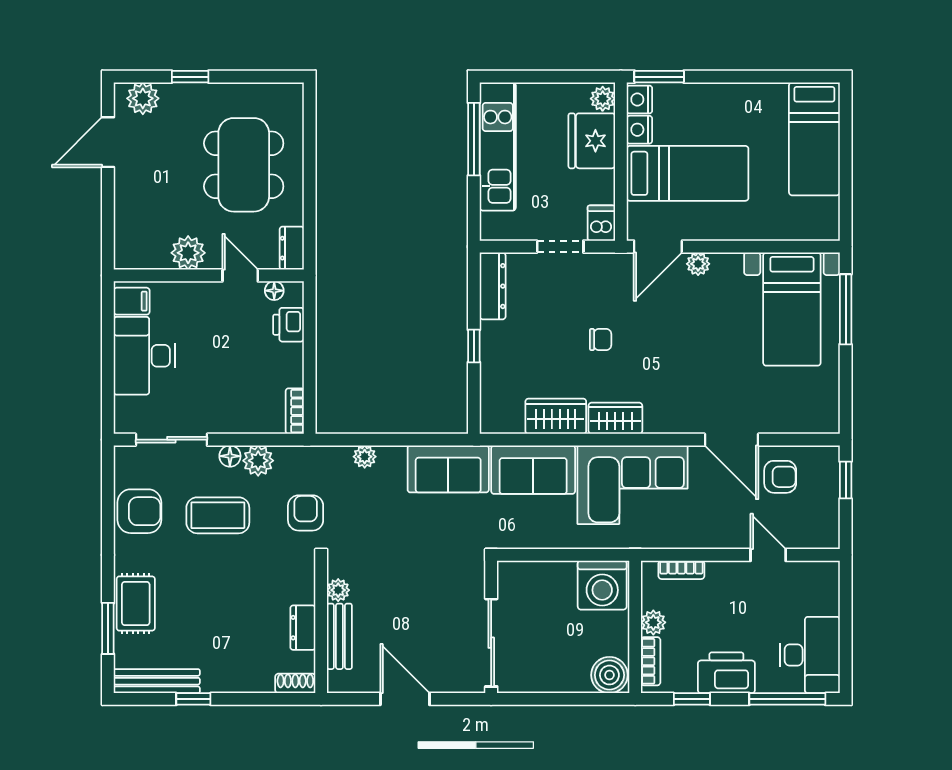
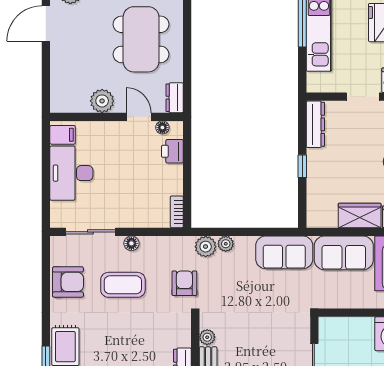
plant: (258, 461) -> (206, 247), moved

